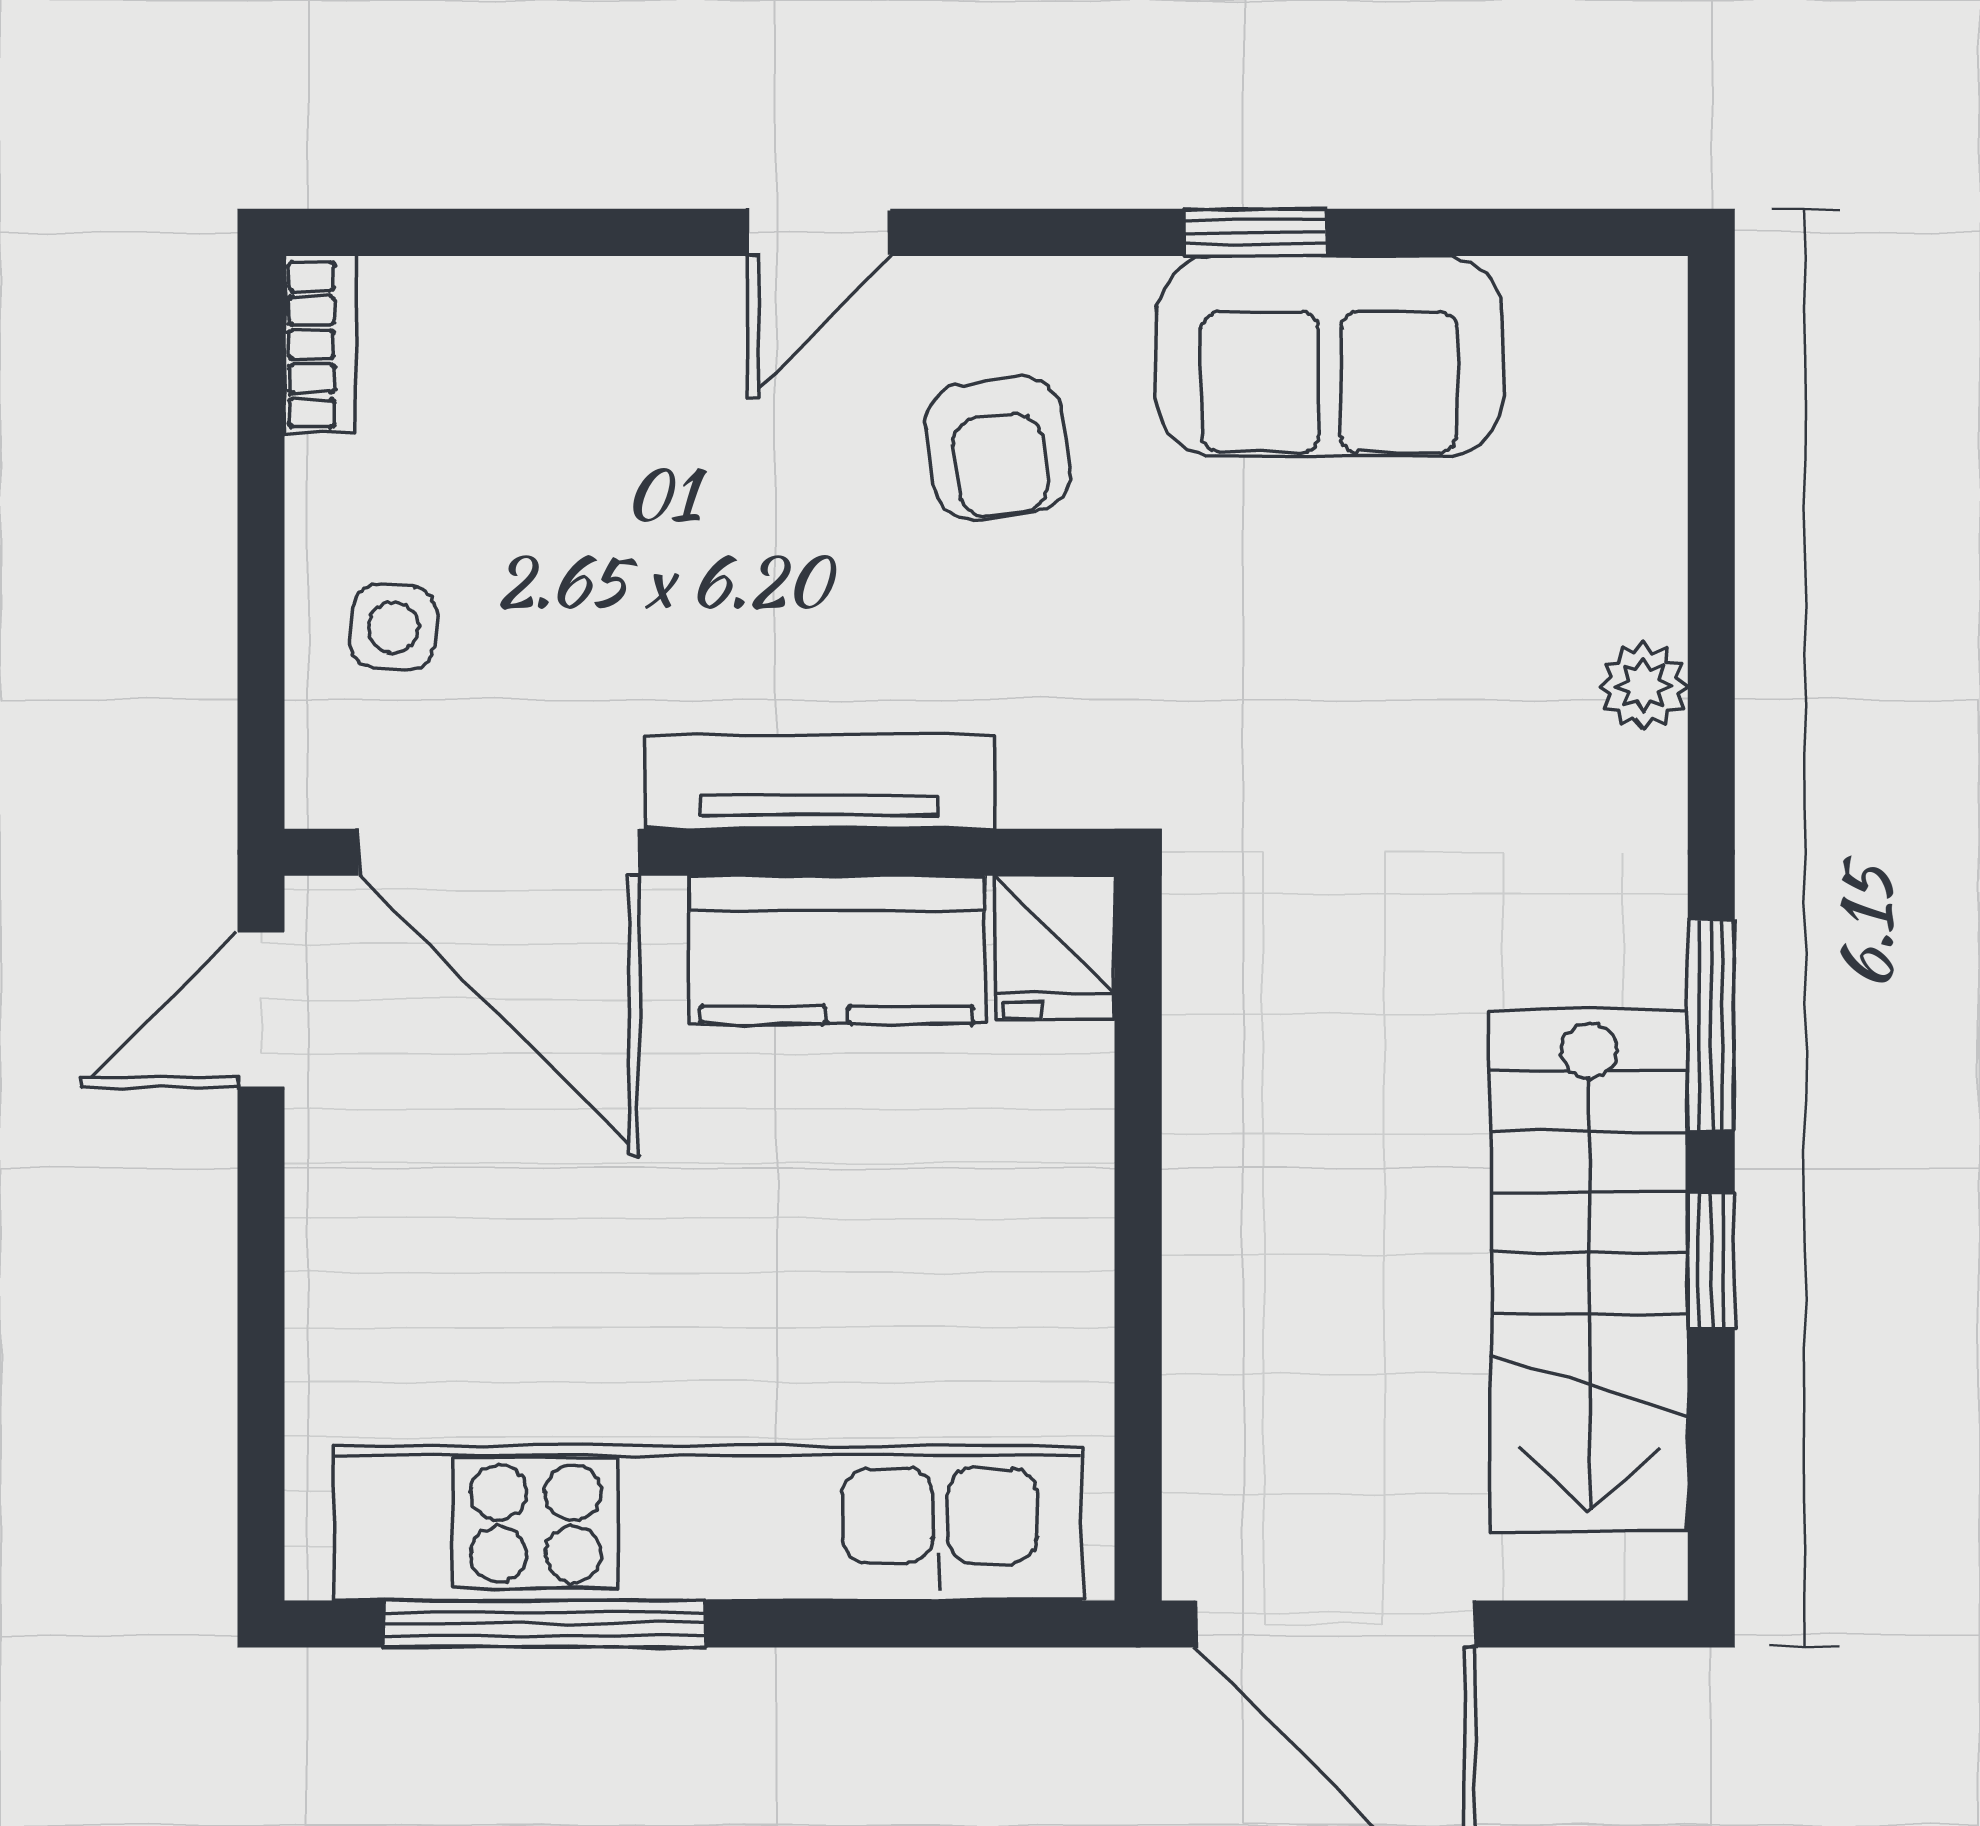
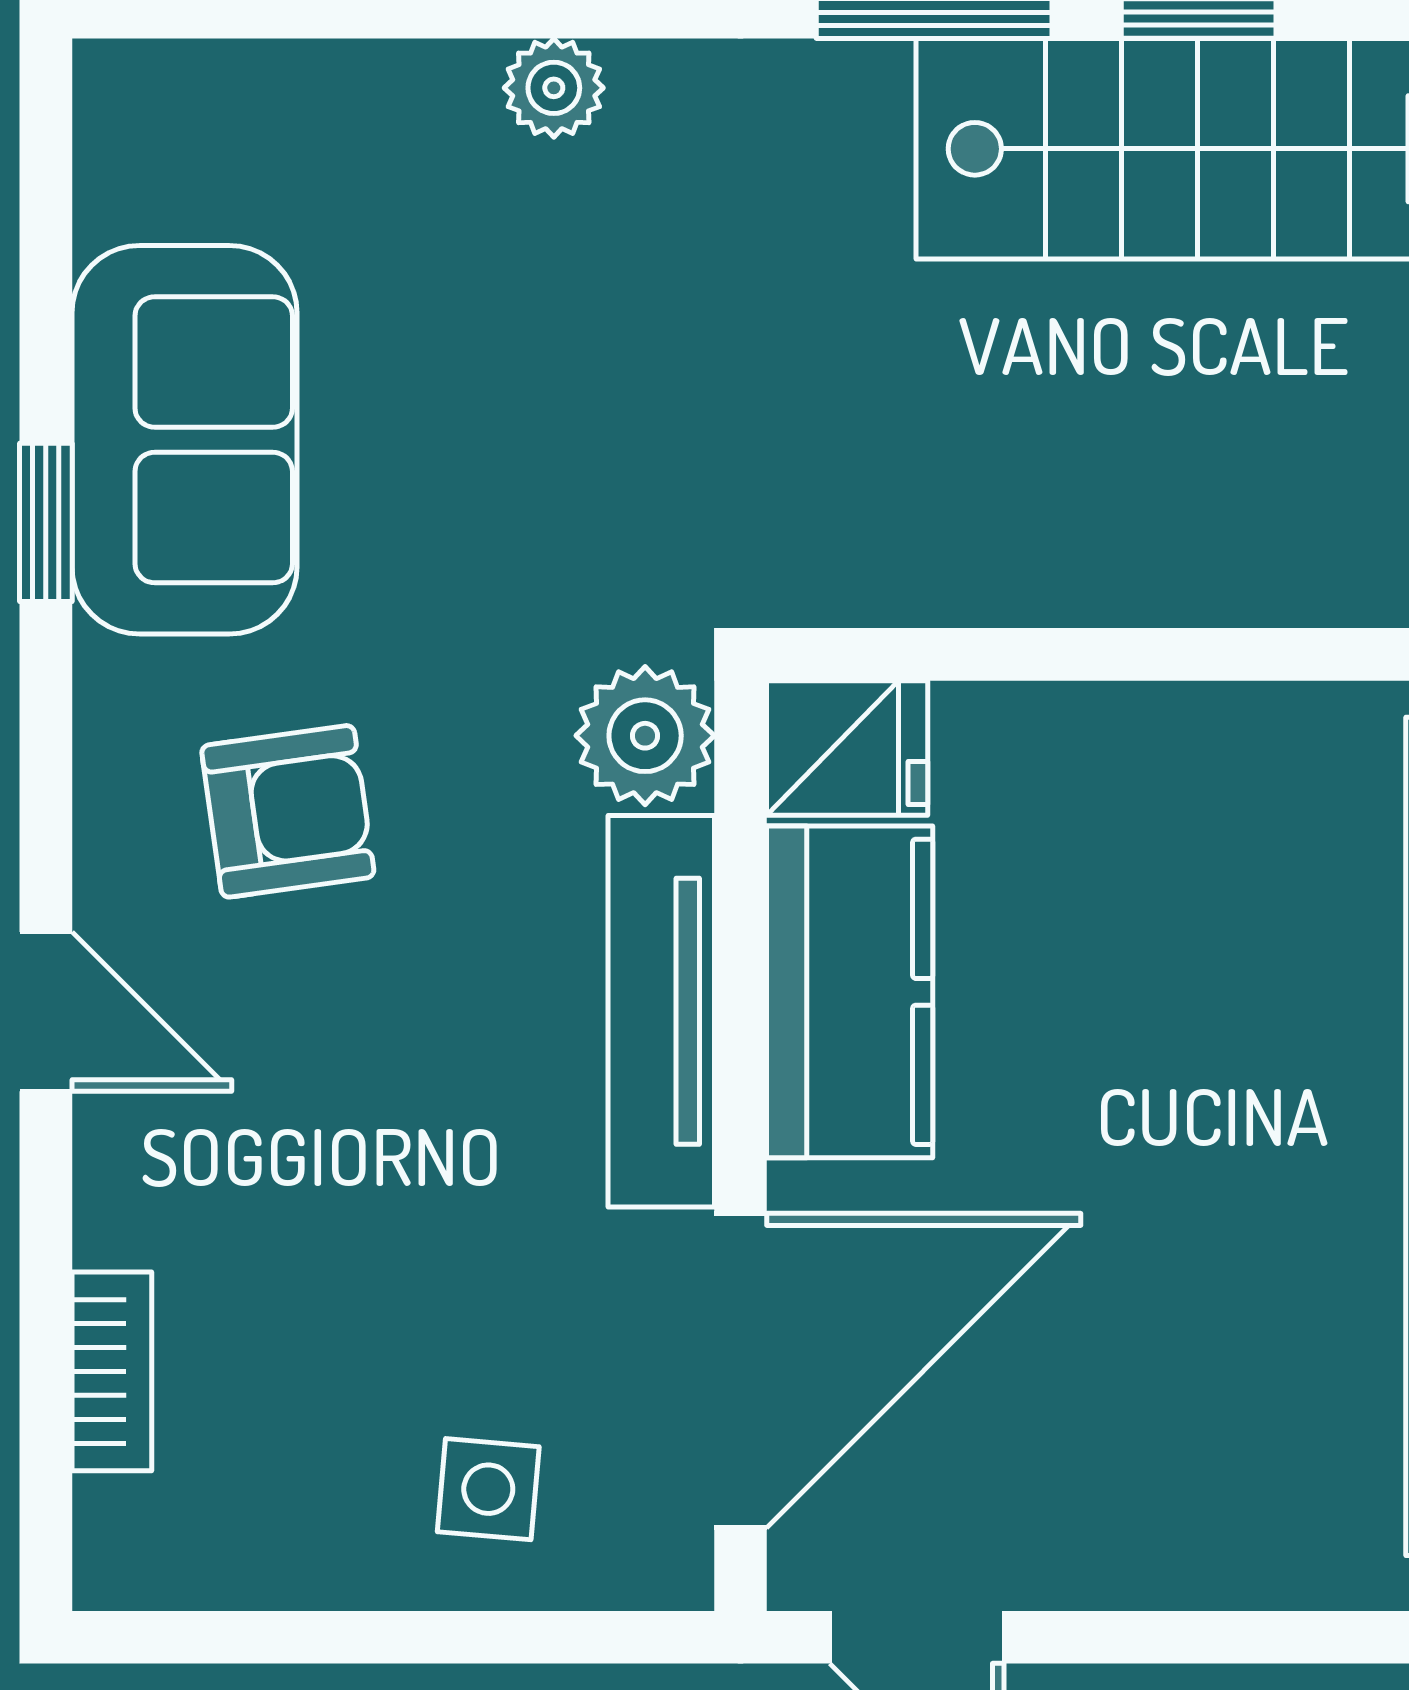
bookcase: (320, 345) -> (112, 1371), moved, turned 90
plant: (1065, 767) -> (645, 736), added

